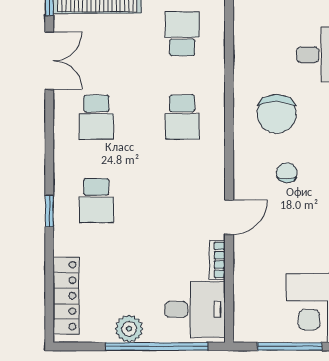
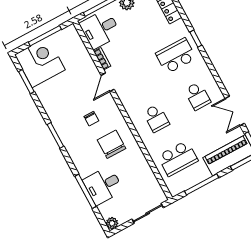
school desk: (182, 34) -> (178, 158), width x1.85
school desk: (96, 117) -> (197, 96), turned 180
school desk: (182, 117) -> (156, 118), turned 180
school desk: (96, 201) -> (176, 56), width x1.85

